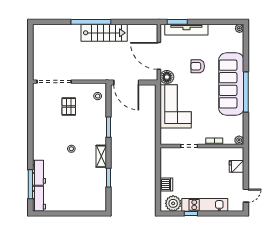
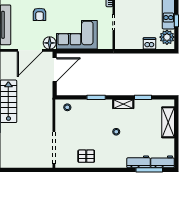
door: (126, 83) -> (55, 70), moved
pallet: (69, 106) -> (86, 156), moved
shelving: (81, 205) -> (168, 122), added

